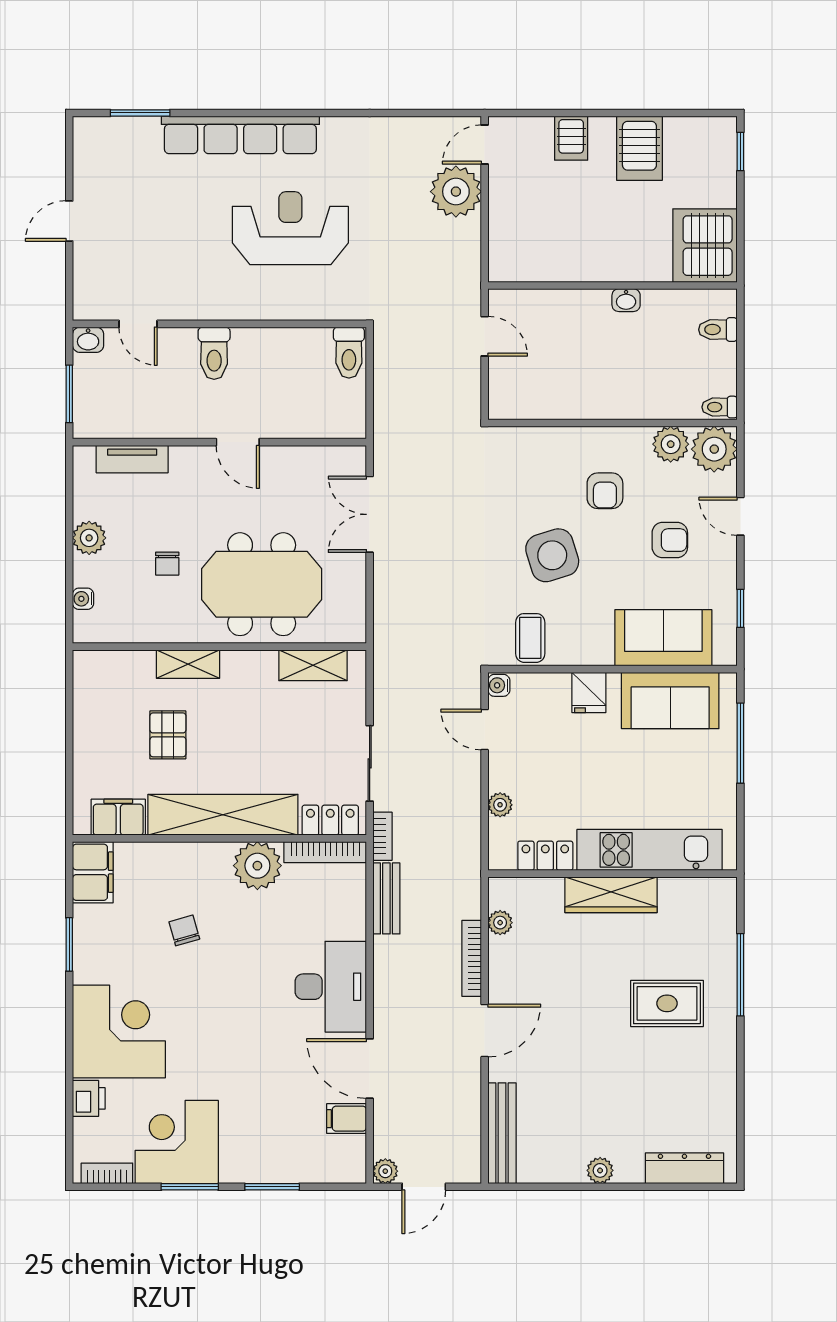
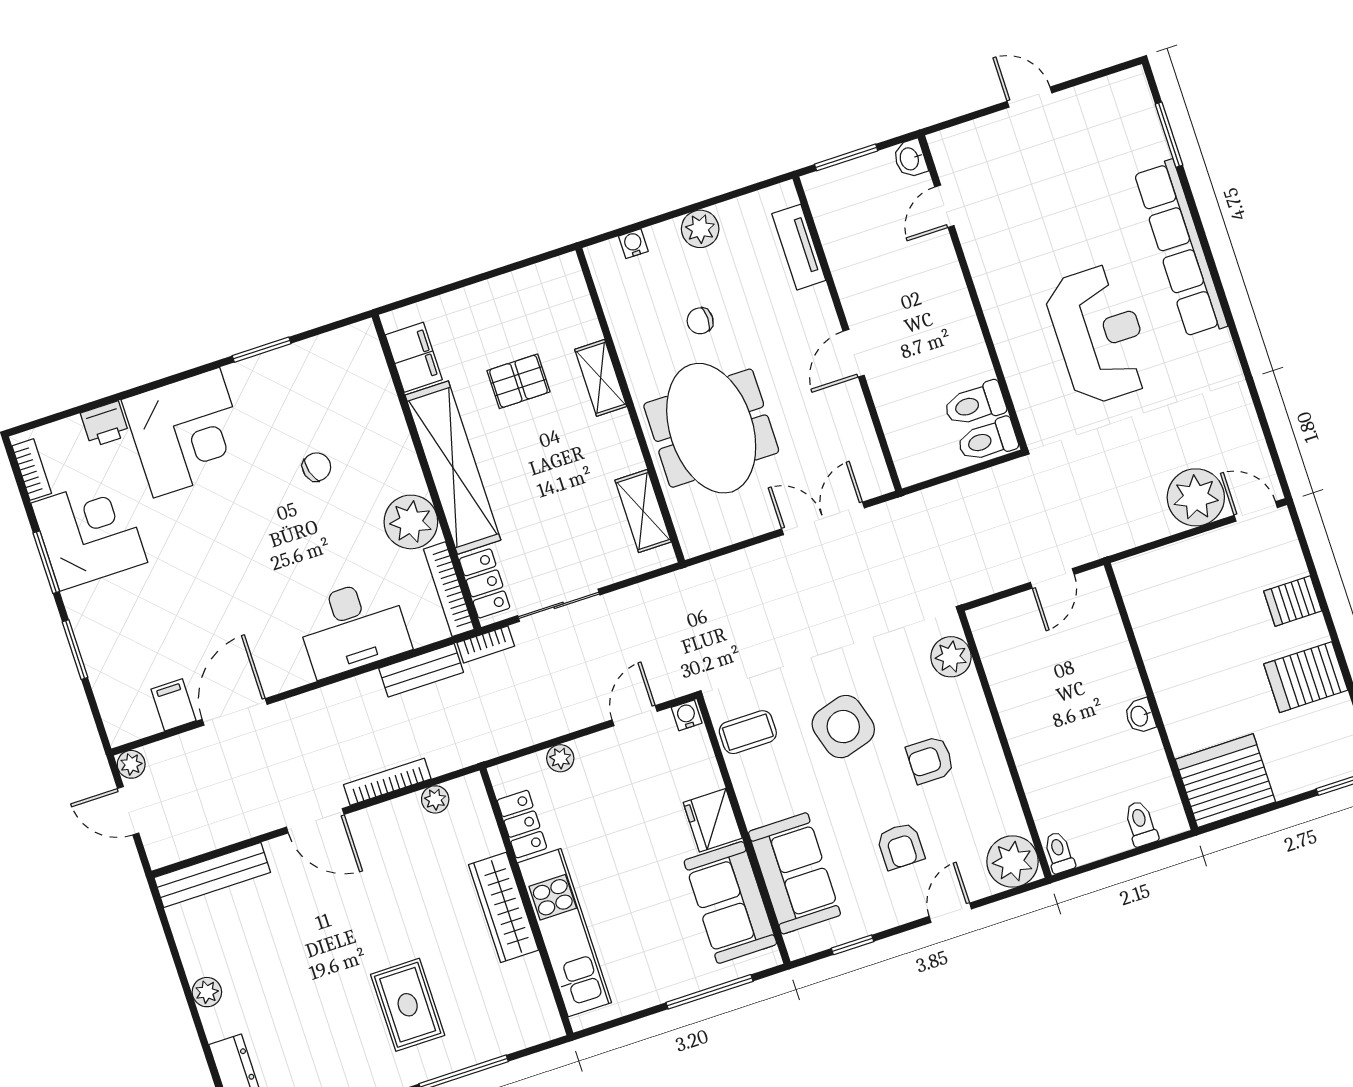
toilet: (214, 353) -> (975, 404), moved
plant: (671, 444) -> (951, 657), moved
fridge: (589, 692) -> (713, 820), width x1.38
filing cabinet: (93, 872) -> (346, 349), removed
desk: (331, 987) -> (353, 627), moved

